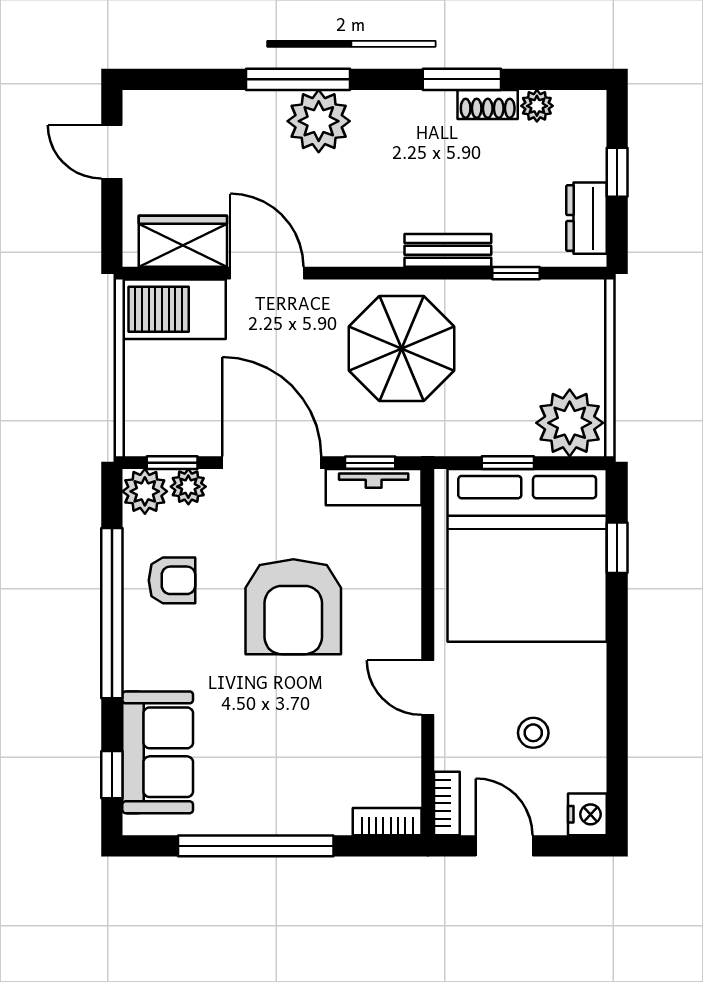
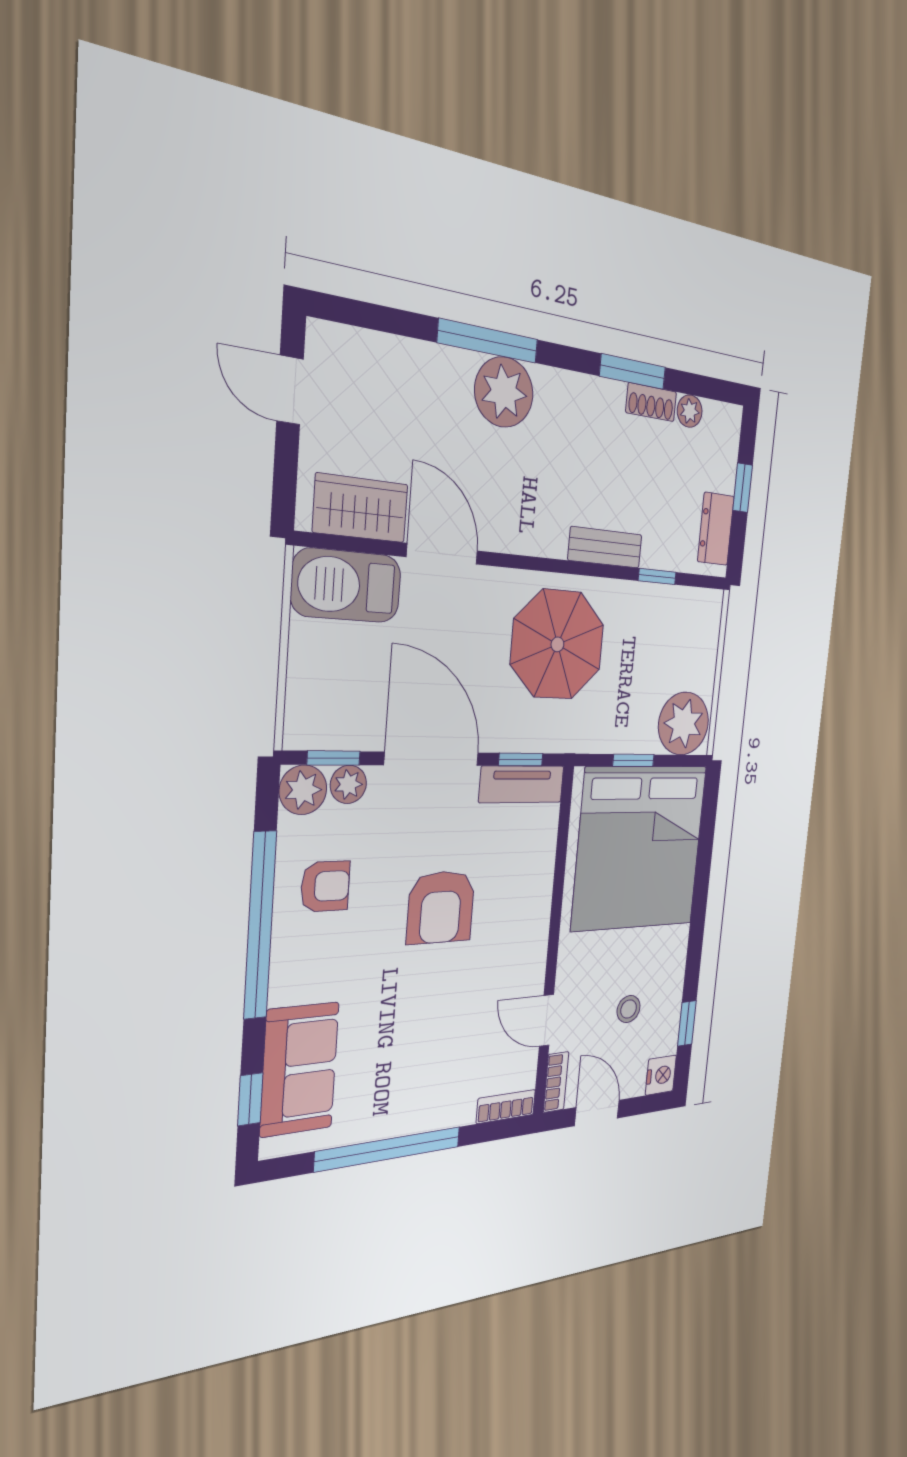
window: (617, 548) -> (687, 1023), moved
armchair: (293, 607) -> (441, 907), width x0.73, depth x0.73
door: (428, 688) -> (546, 1020), moved

